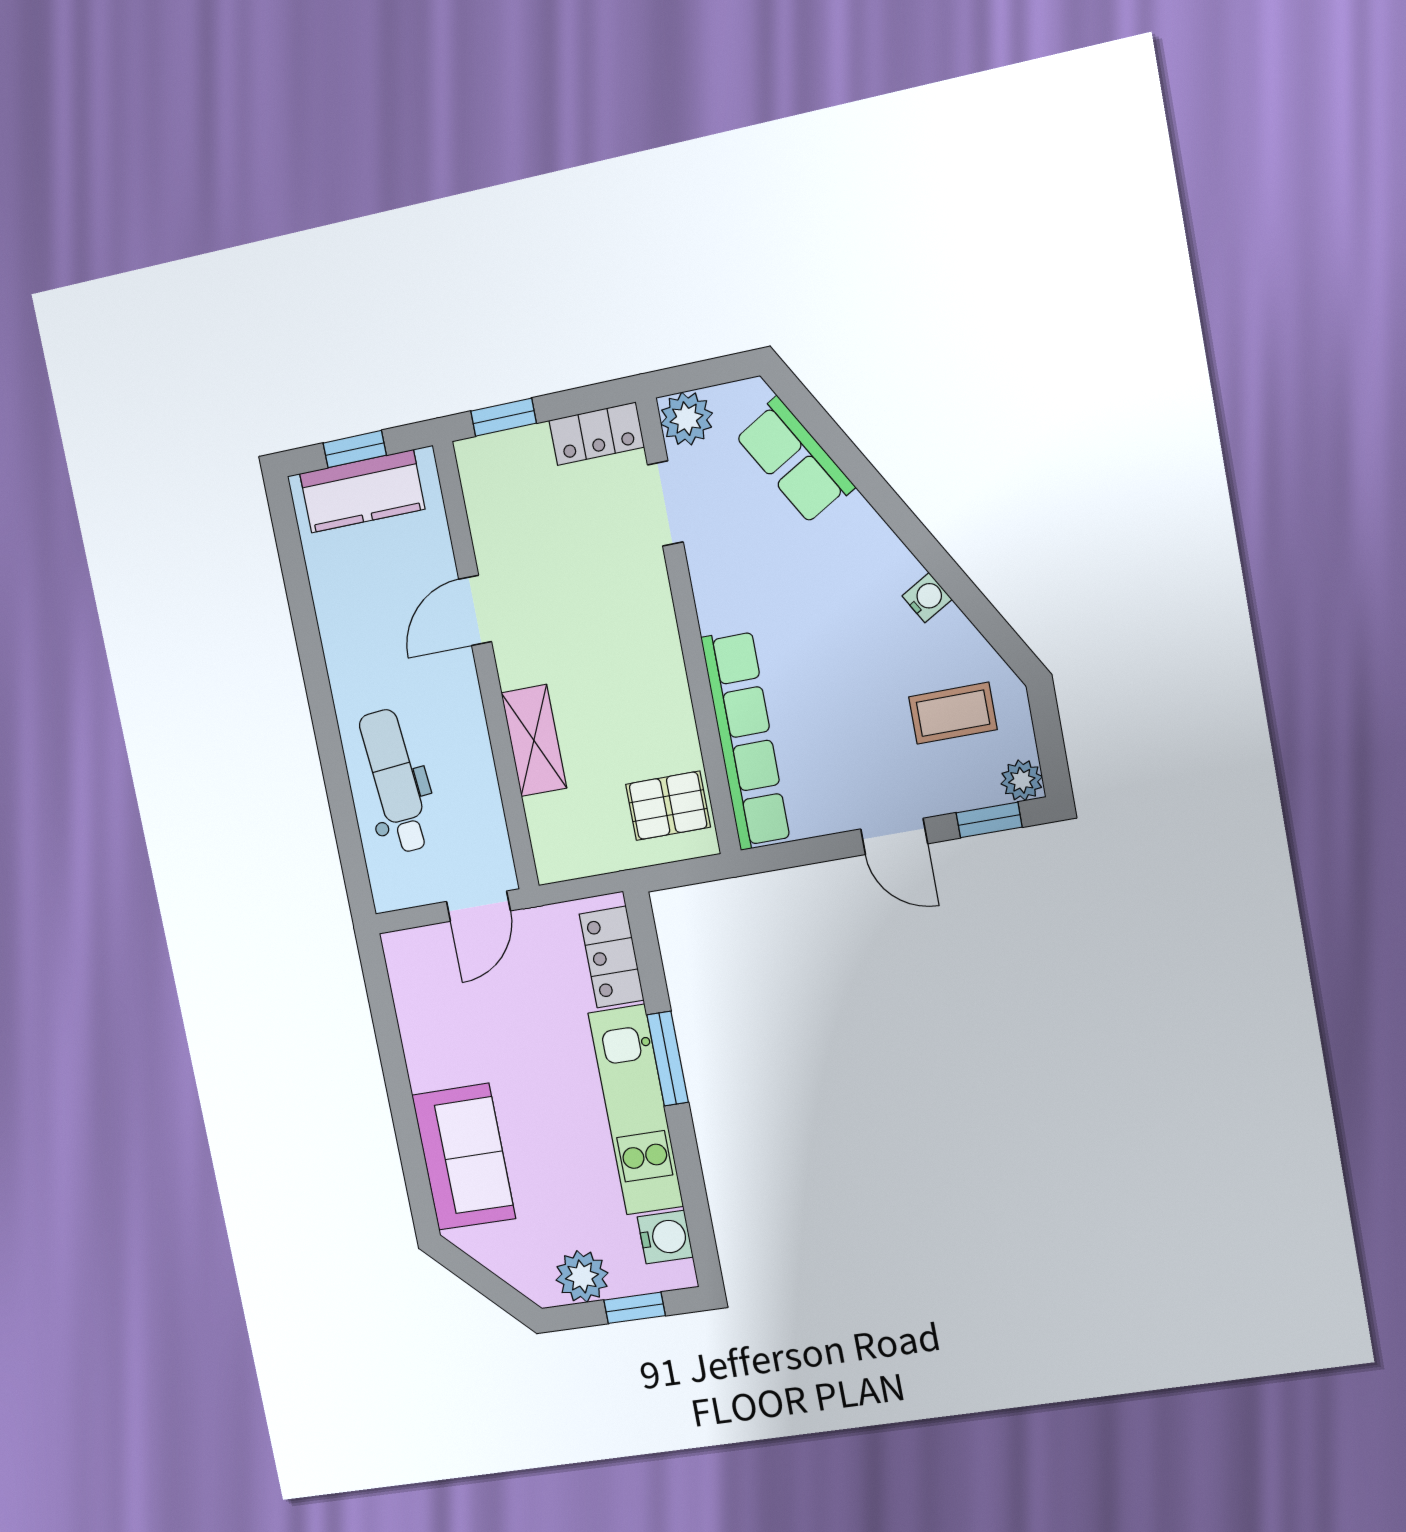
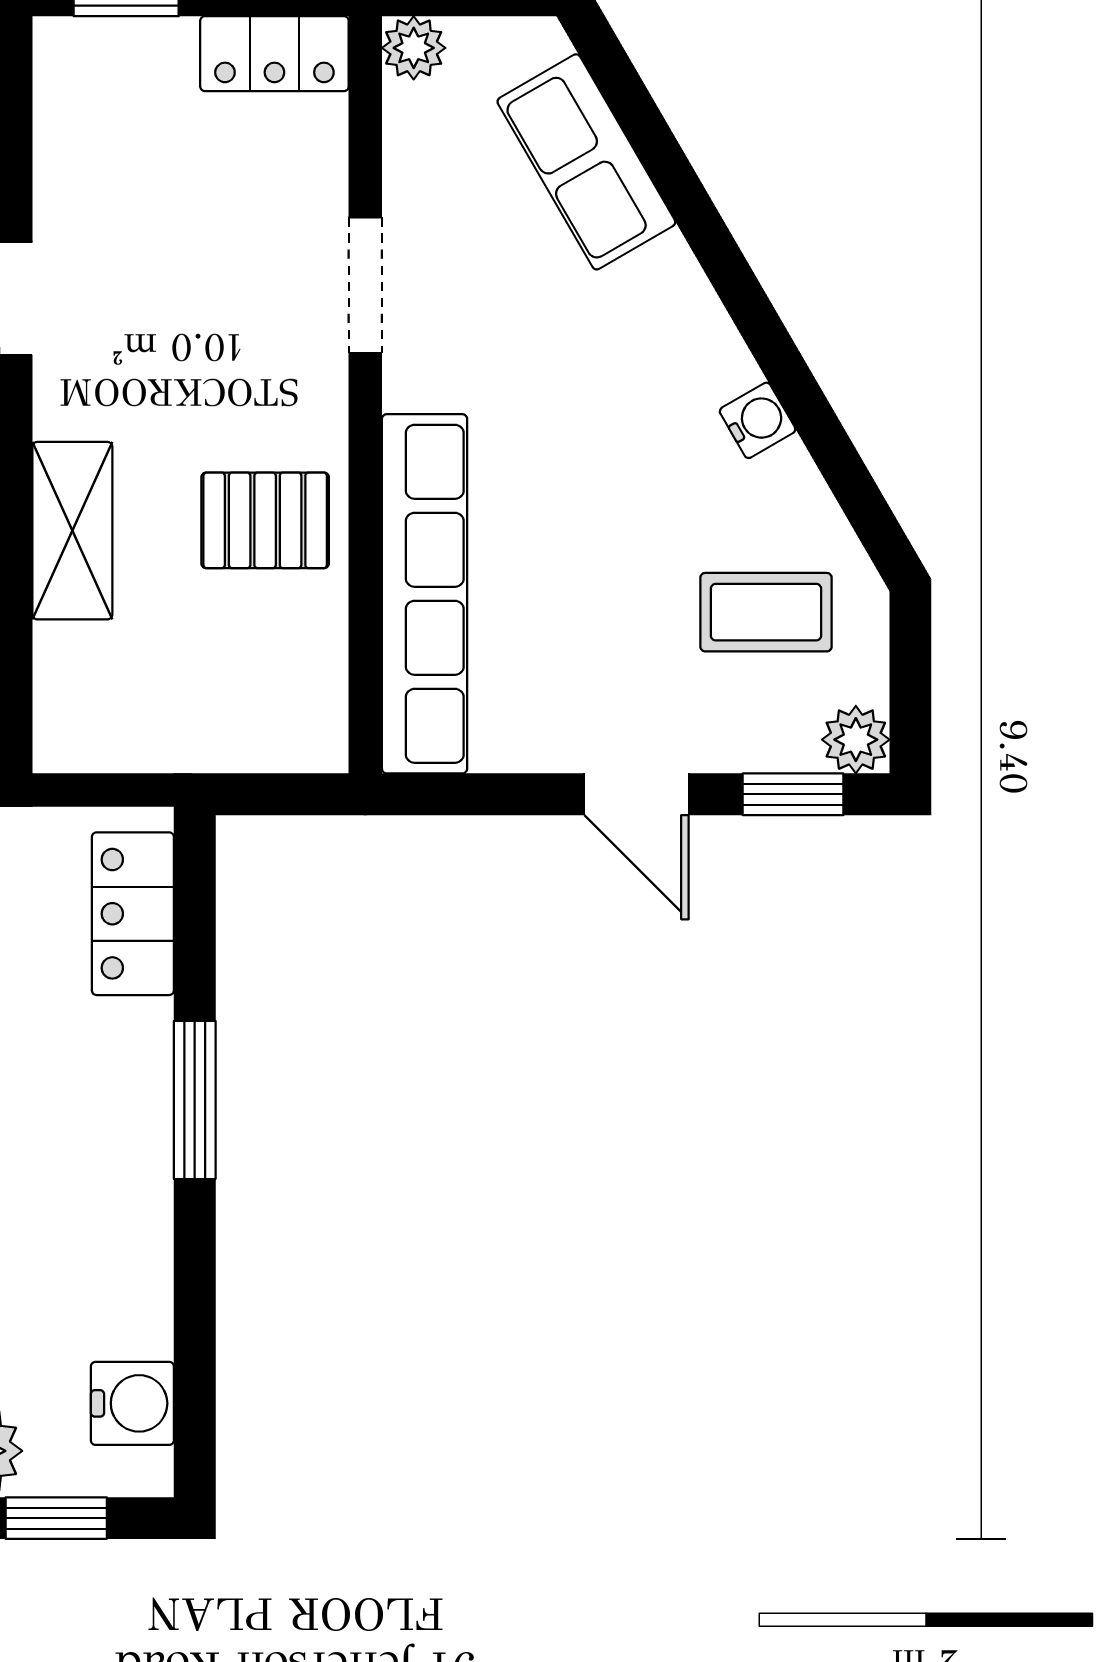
plant: (687, 419) -> (414, 48), width x0.73, depth x0.73
doorway: (665, 503) -> (365, 285), moved
pallet: (668, 806) -> (265, 520), moved
kitchen unit: (636, 1110) -> (124, 1178), removed

